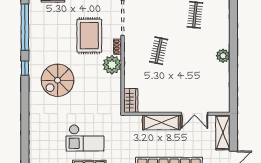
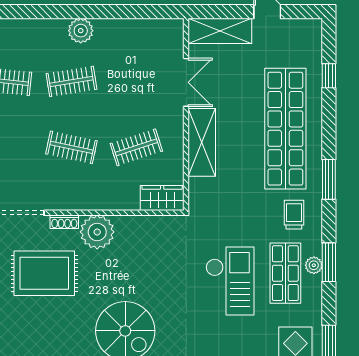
clothes rail: (195, 51) -> (71, 81), added
clothes rail: (159, 86) -> (136, 147), added

